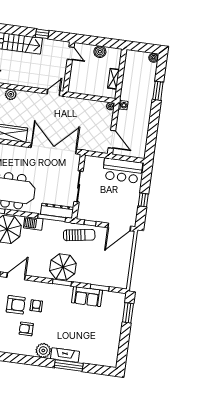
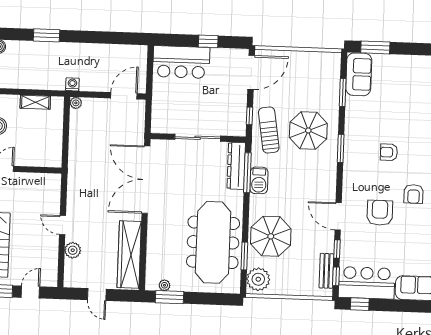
door: (53, 92) -> (62, 225), moved
bar counter: (122, 171) -> (181, 62), moved, turned 90
barbecue: (33, 223) -> (259, 180), moved
door: (119, 227) -> (251, 72), hinge flipped
parasol: (63, 267) -> (308, 130), moved
sofa: (87, 297) -> (359, 74), moved
armchair: (36, 306) -> (389, 152), moved

